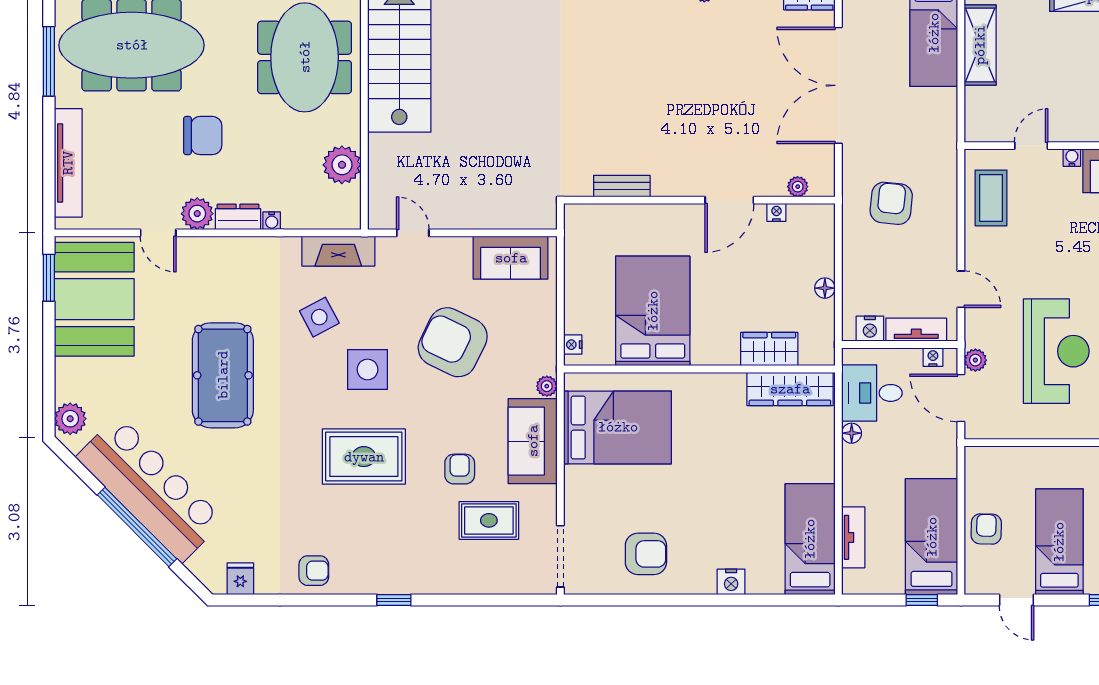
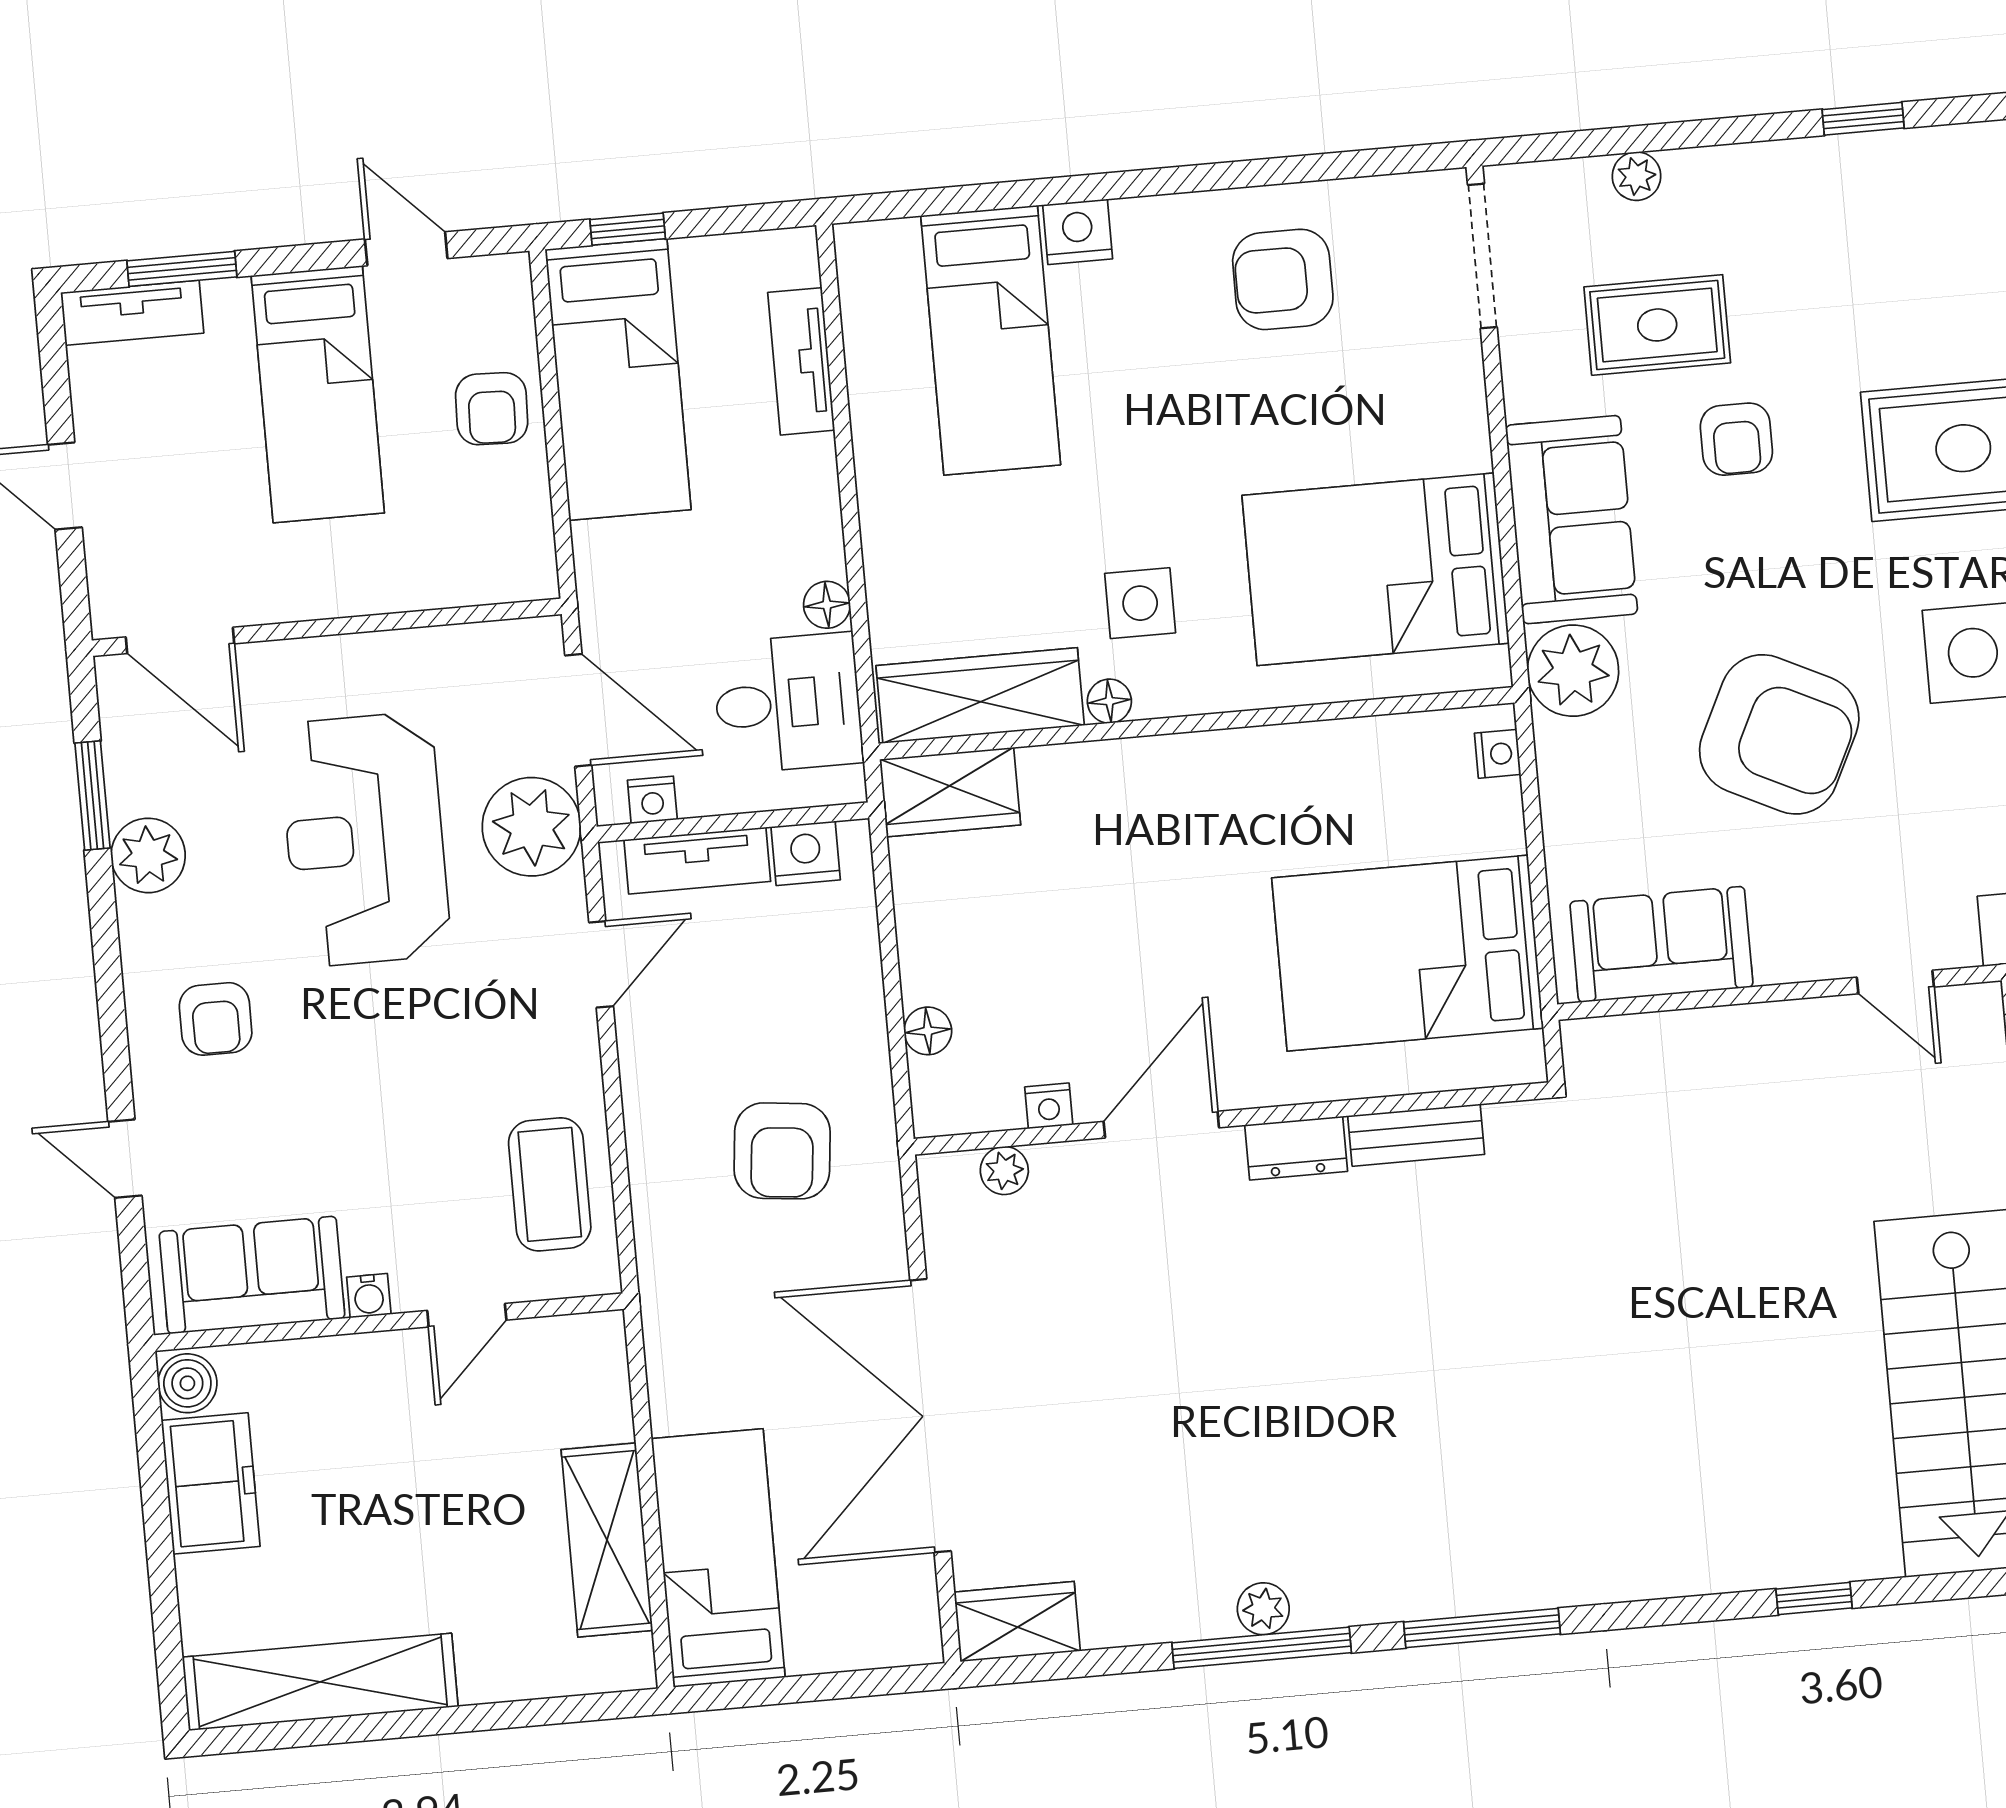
double door: (838, 85) -> (930, 1416), swing flipped
dresser: (673, 185) -> (1296, 1148), added
floor lamp: (825, 288) -> (928, 1031), moved
door: (961, 289) -> (601, 964), swing flipped
bed: (653, 311) -> (1408, 953), moved, turned 90
wardrobe: (769, 349) -> (950, 792), moved
plant: (975, 360) -> (532, 827), width x1.88, depth x1.88
floor lamp: (735, 382) -> (1109, 701), added
plant: (547, 386) -> (1573, 671), width x1.87, depth x1.87
side table: (719, 422) -> (1140, 603), added
bed: (810, 539) -> (991, 340), moved
plant: (492, 584) -> (1637, 176), added

